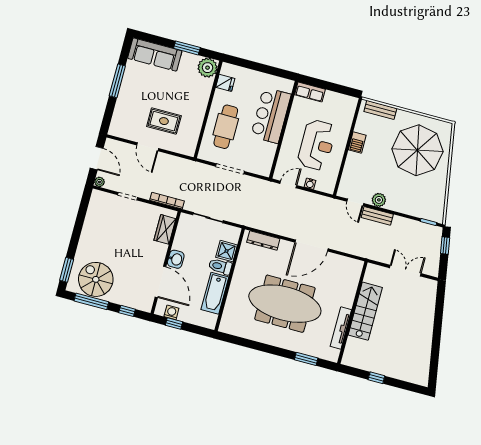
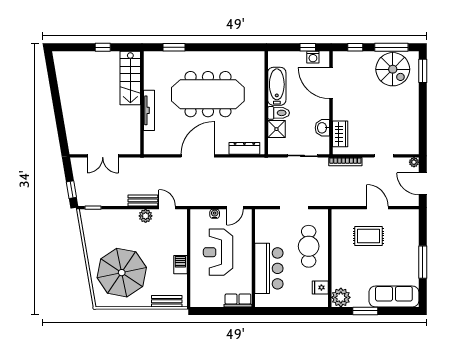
washbasin: (176, 259) -> (322, 128), moved
stairs: (365, 311) -> (130, 78), moved
tv unit: (341, 328) -> (149, 110), moved

